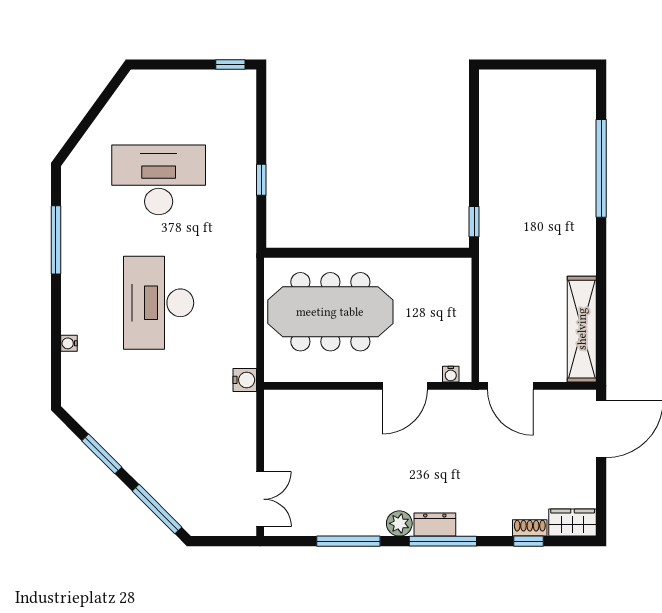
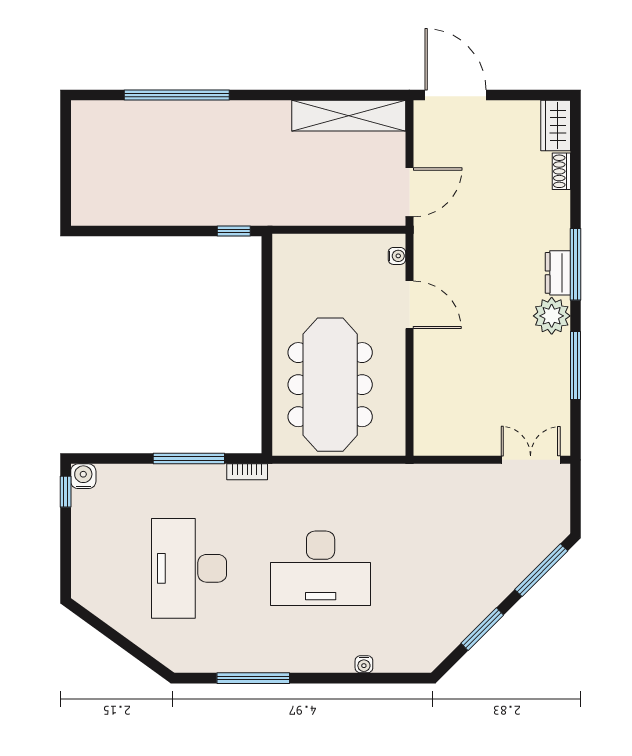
window: (261, 180) -> (189, 459), width x2.17
bookcase: (249, 234) -> (247, 472), added
water cooler: (245, 380) -> (83, 476), moved
plant: (399, 523) -> (552, 316), width x1.36, depth x1.36
window: (529, 541) -> (576, 173), removed

